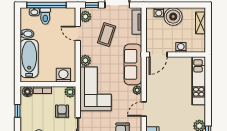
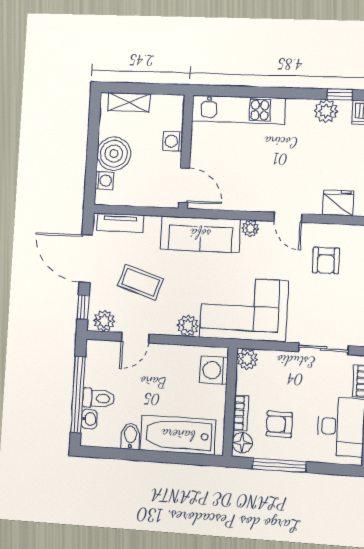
window: (17, 111) -> (279, 465), width x2.17
armchair: (62, 111) -> (279, 424), moved

